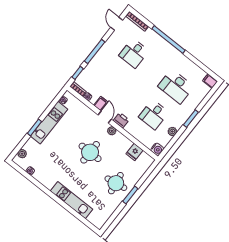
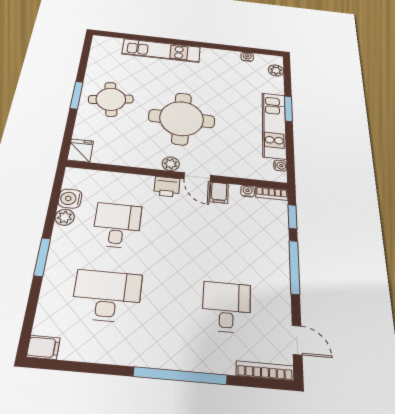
water cooler: (157, 149) -> (70, 199), moved
round table: (90, 152) -> (182, 119), width x1.36, depth x1.36
fridge: (134, 152) -> (80, 151), moved

